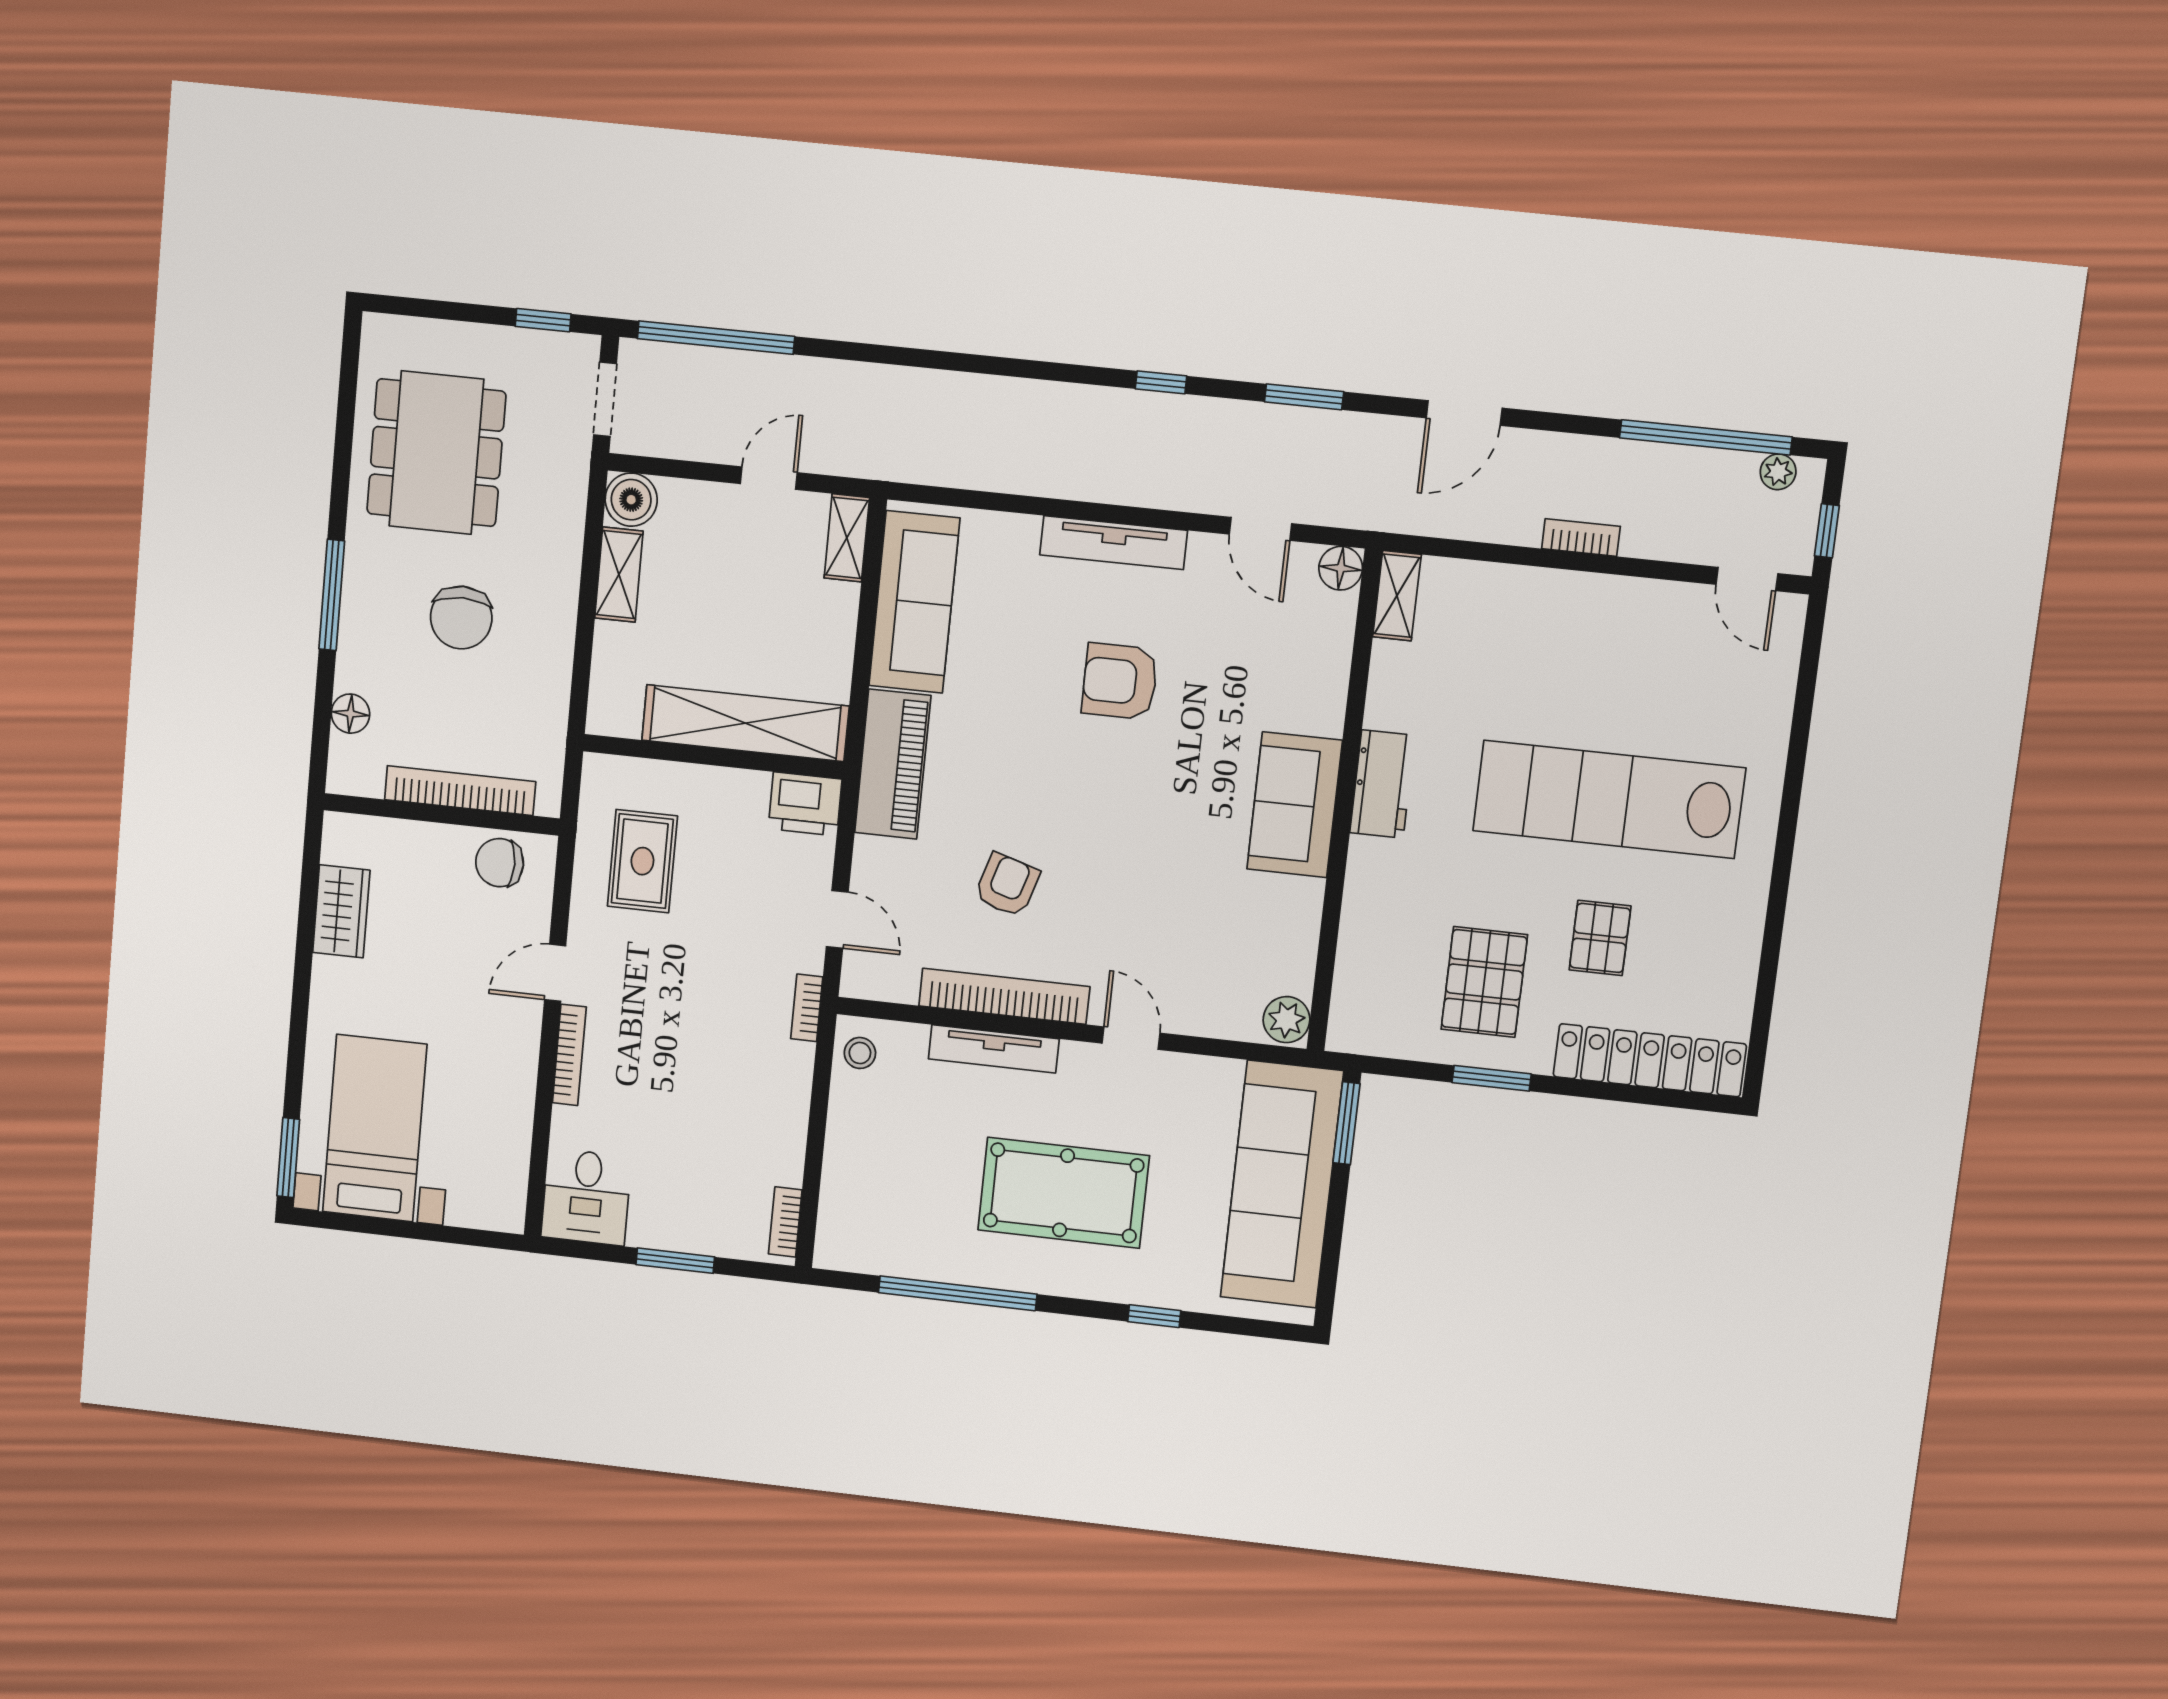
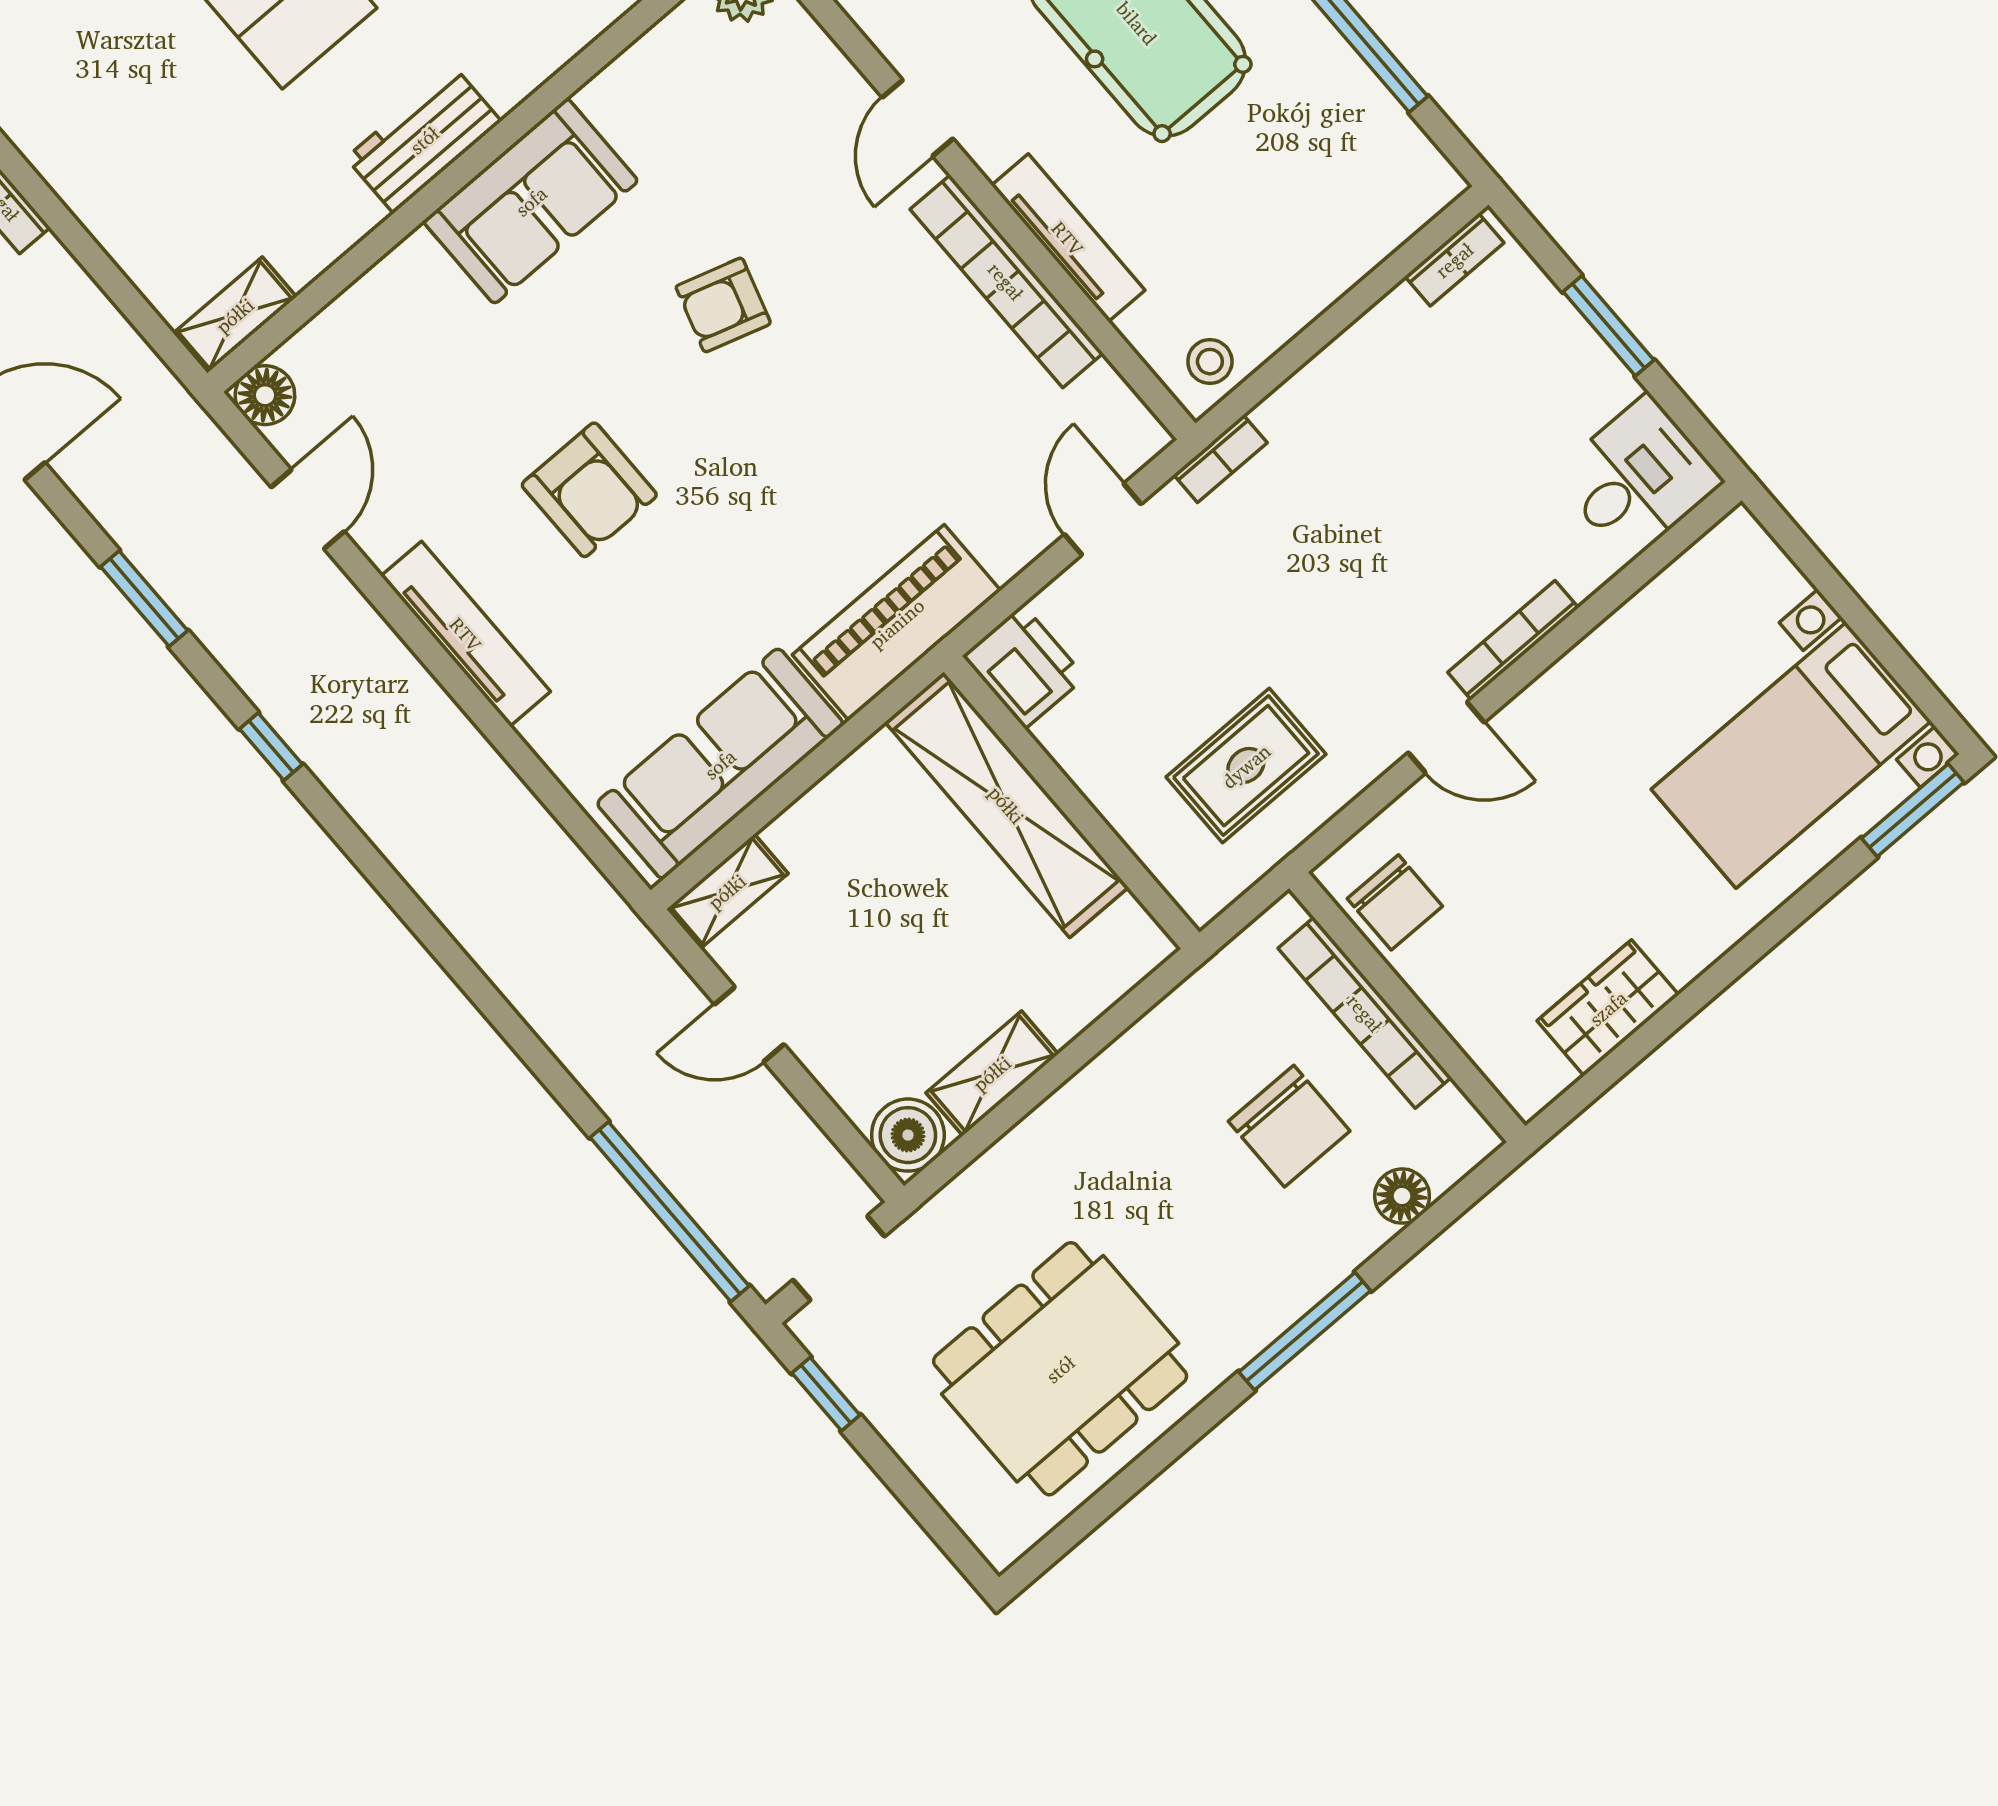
chair: (461, 618) -> (1289, 1126), moved, turned 90
armchair: (1007, 885) -> (723, 305), moved

